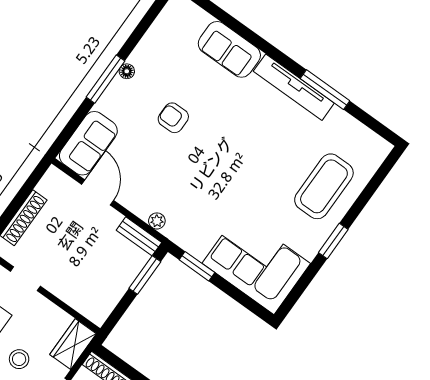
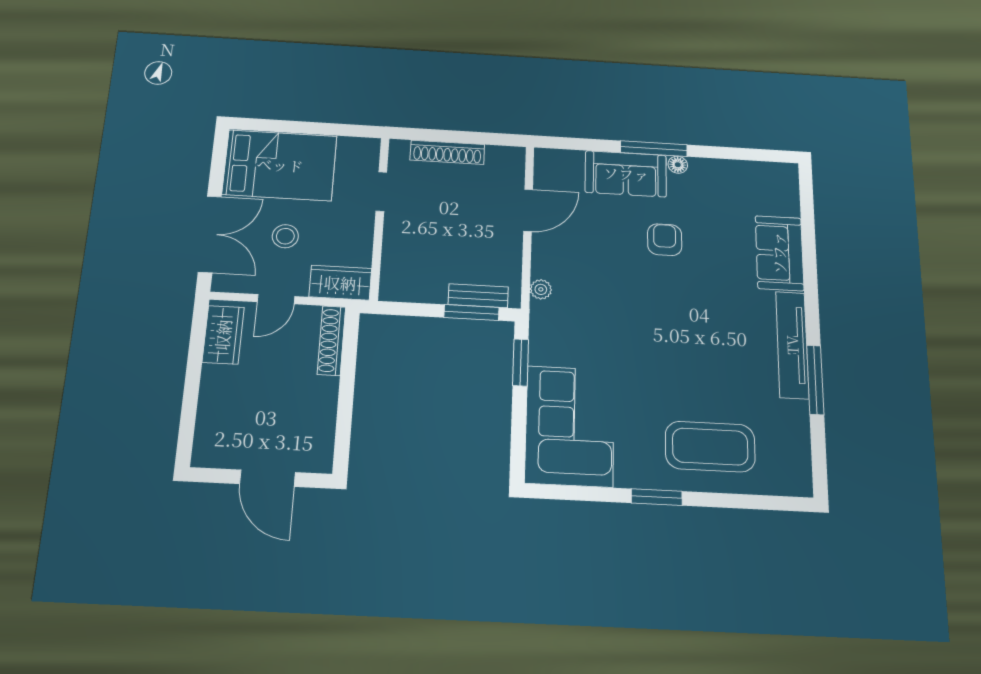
sofa: (88, 143) -> (626, 174), moved
bench: (139, 236) -> (478, 296), moved, turned 90

